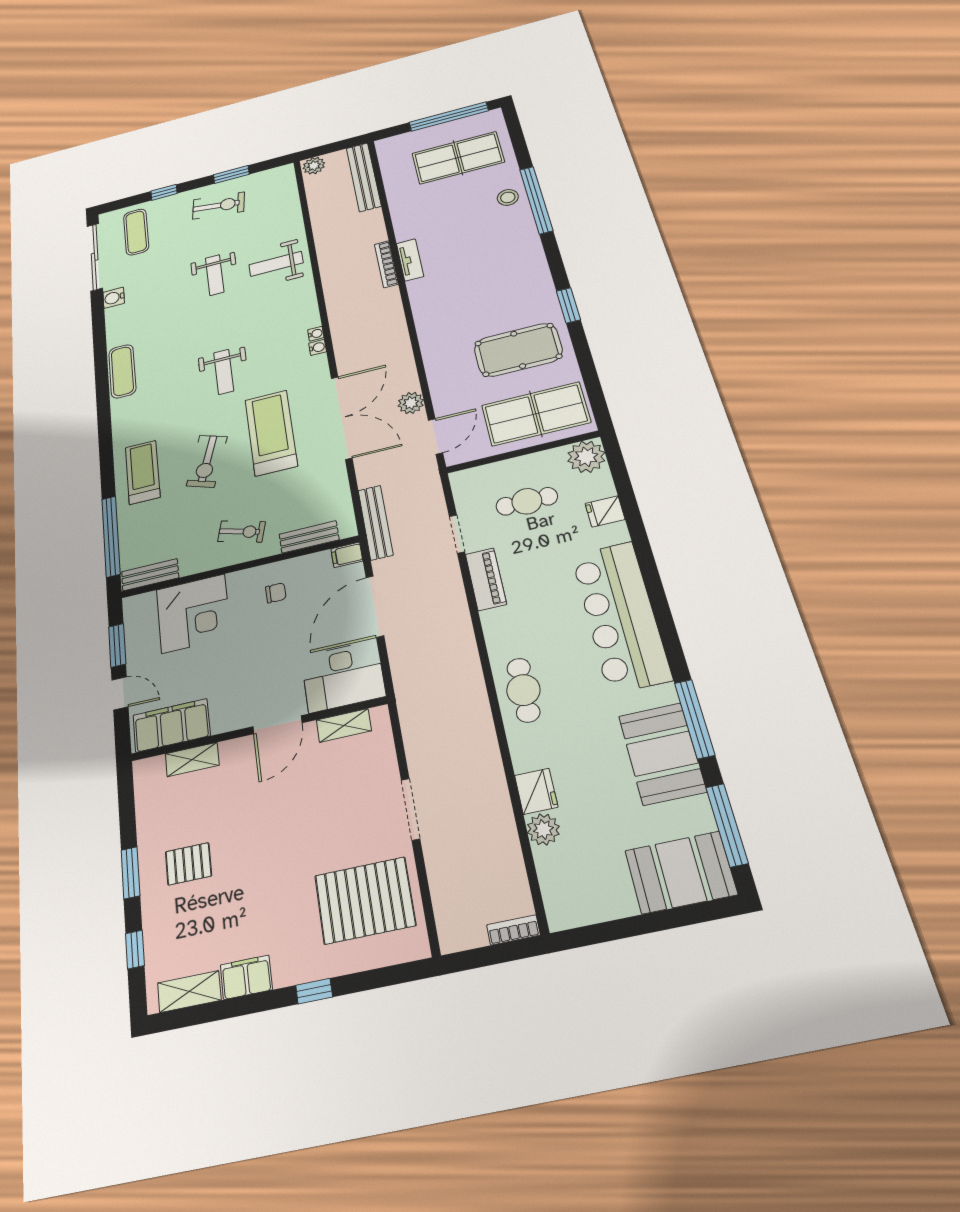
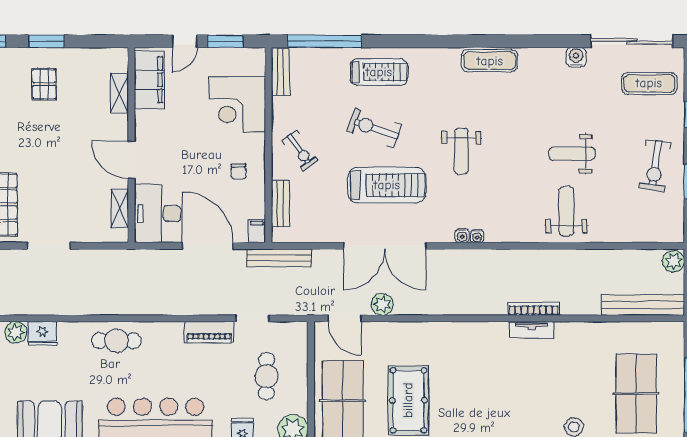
weight bench: (224, 372) -> (461, 151), turned -90
exercise bike: (242, 532) -> (300, 150), turned -51

